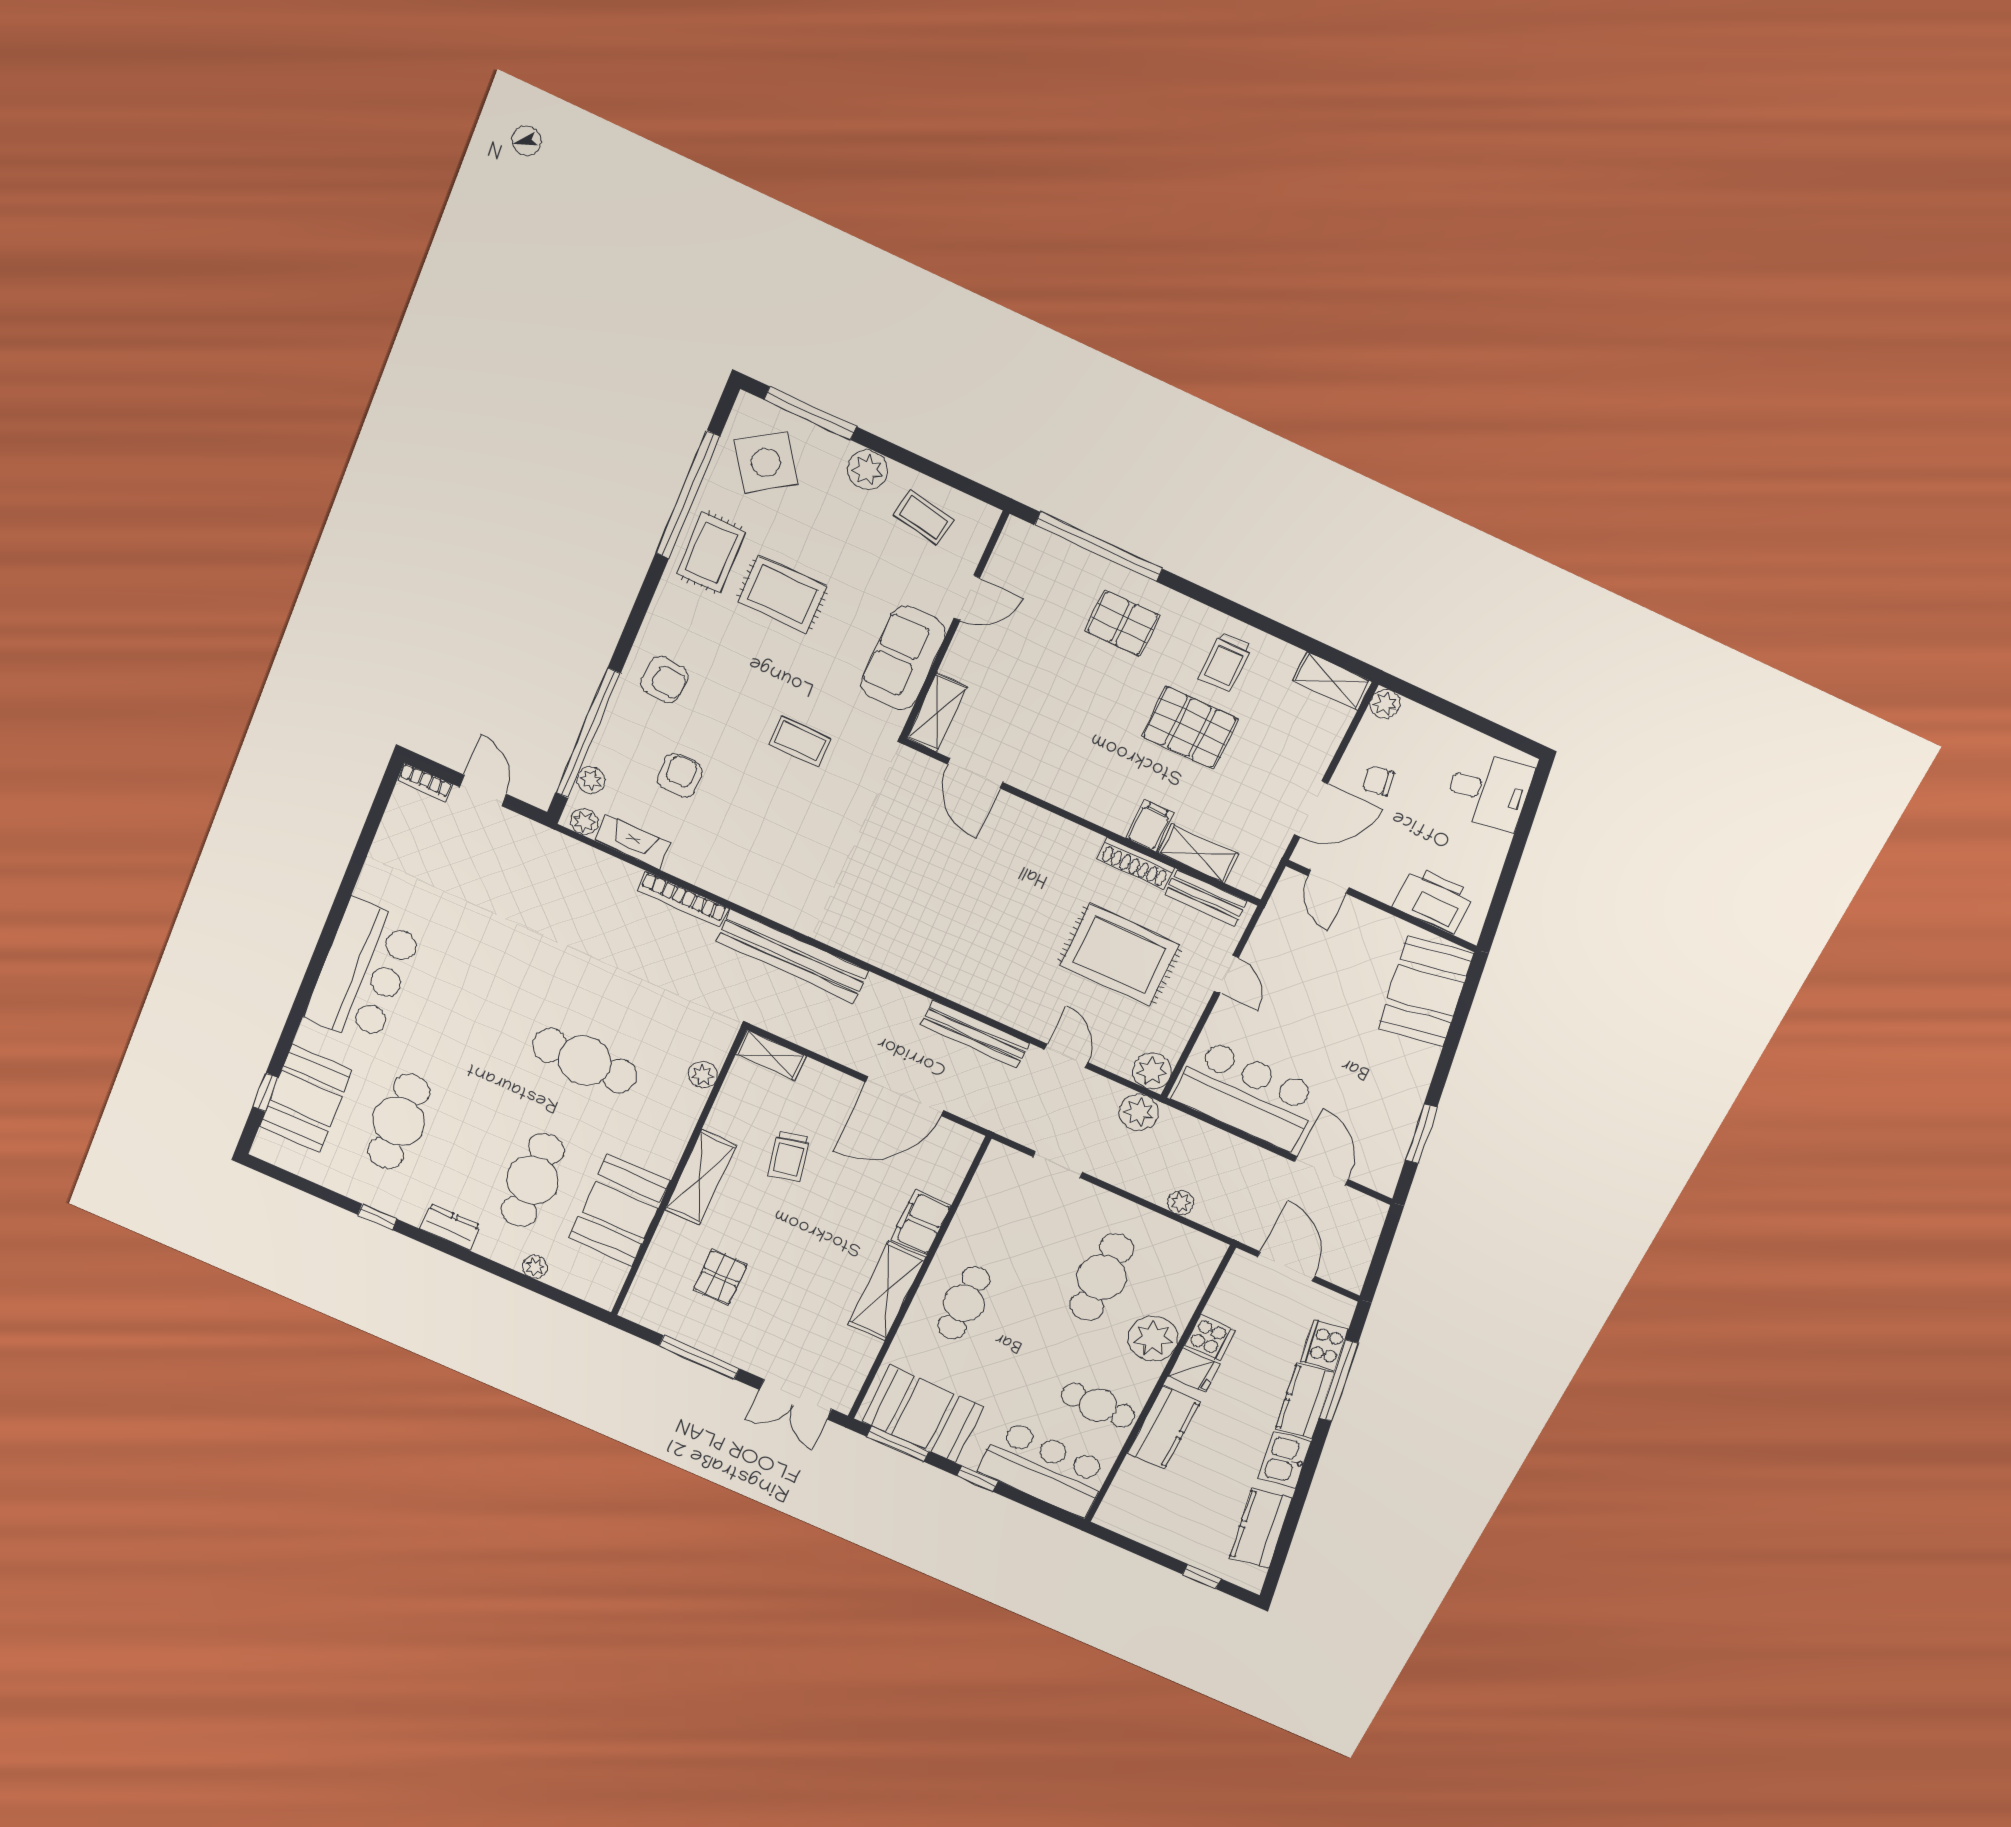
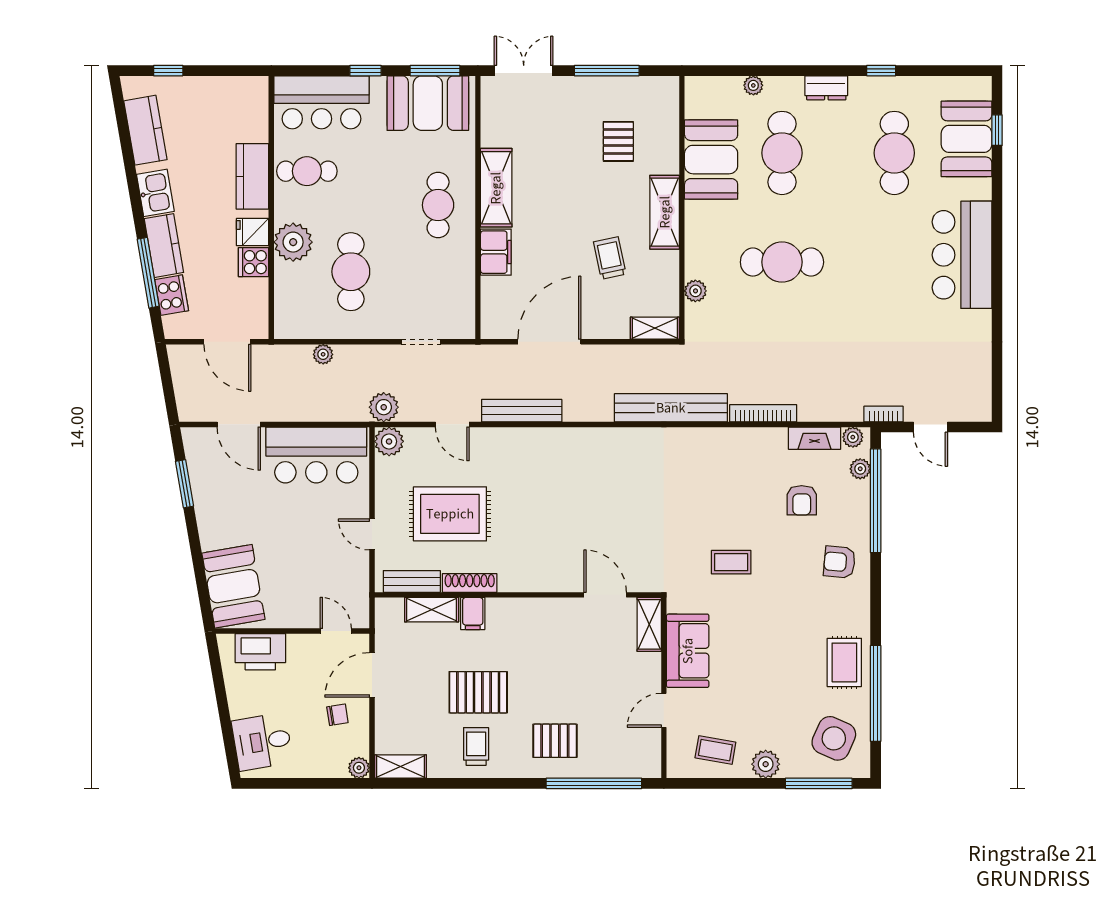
side table: (766, 462) -> (834, 738), turned -32
rug: (782, 594) -> (786, 656), removed
bookcase: (425, 783) -> (884, 414), moved

